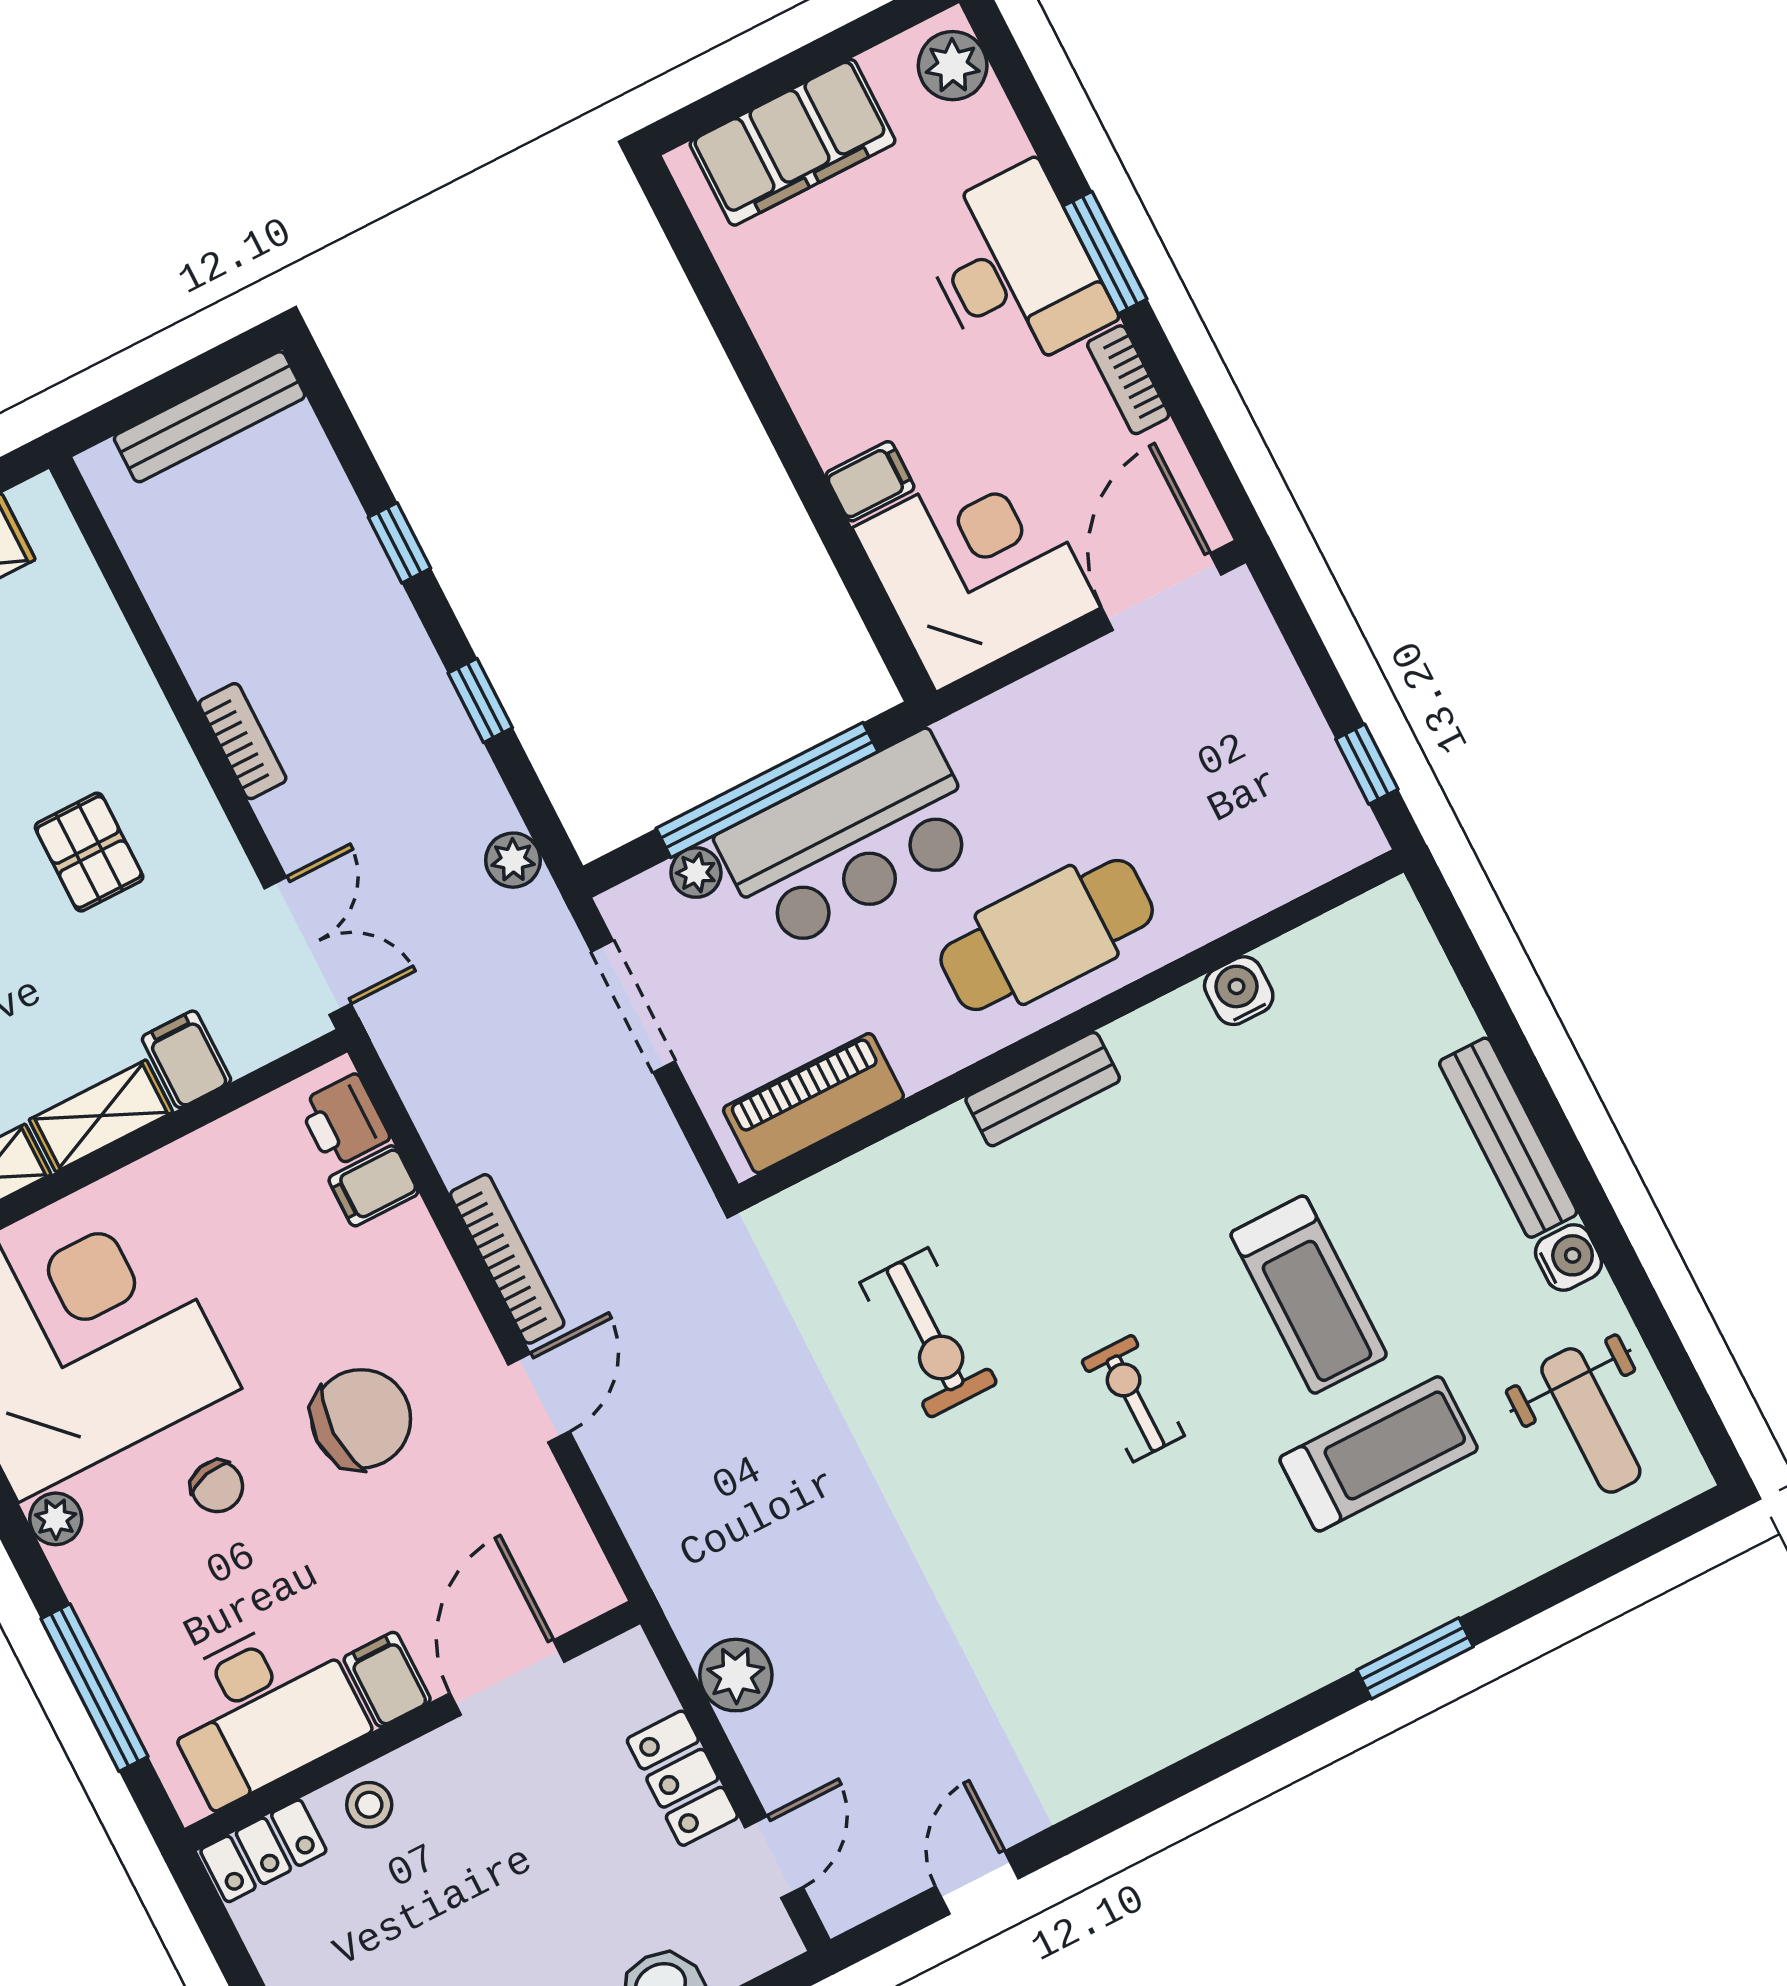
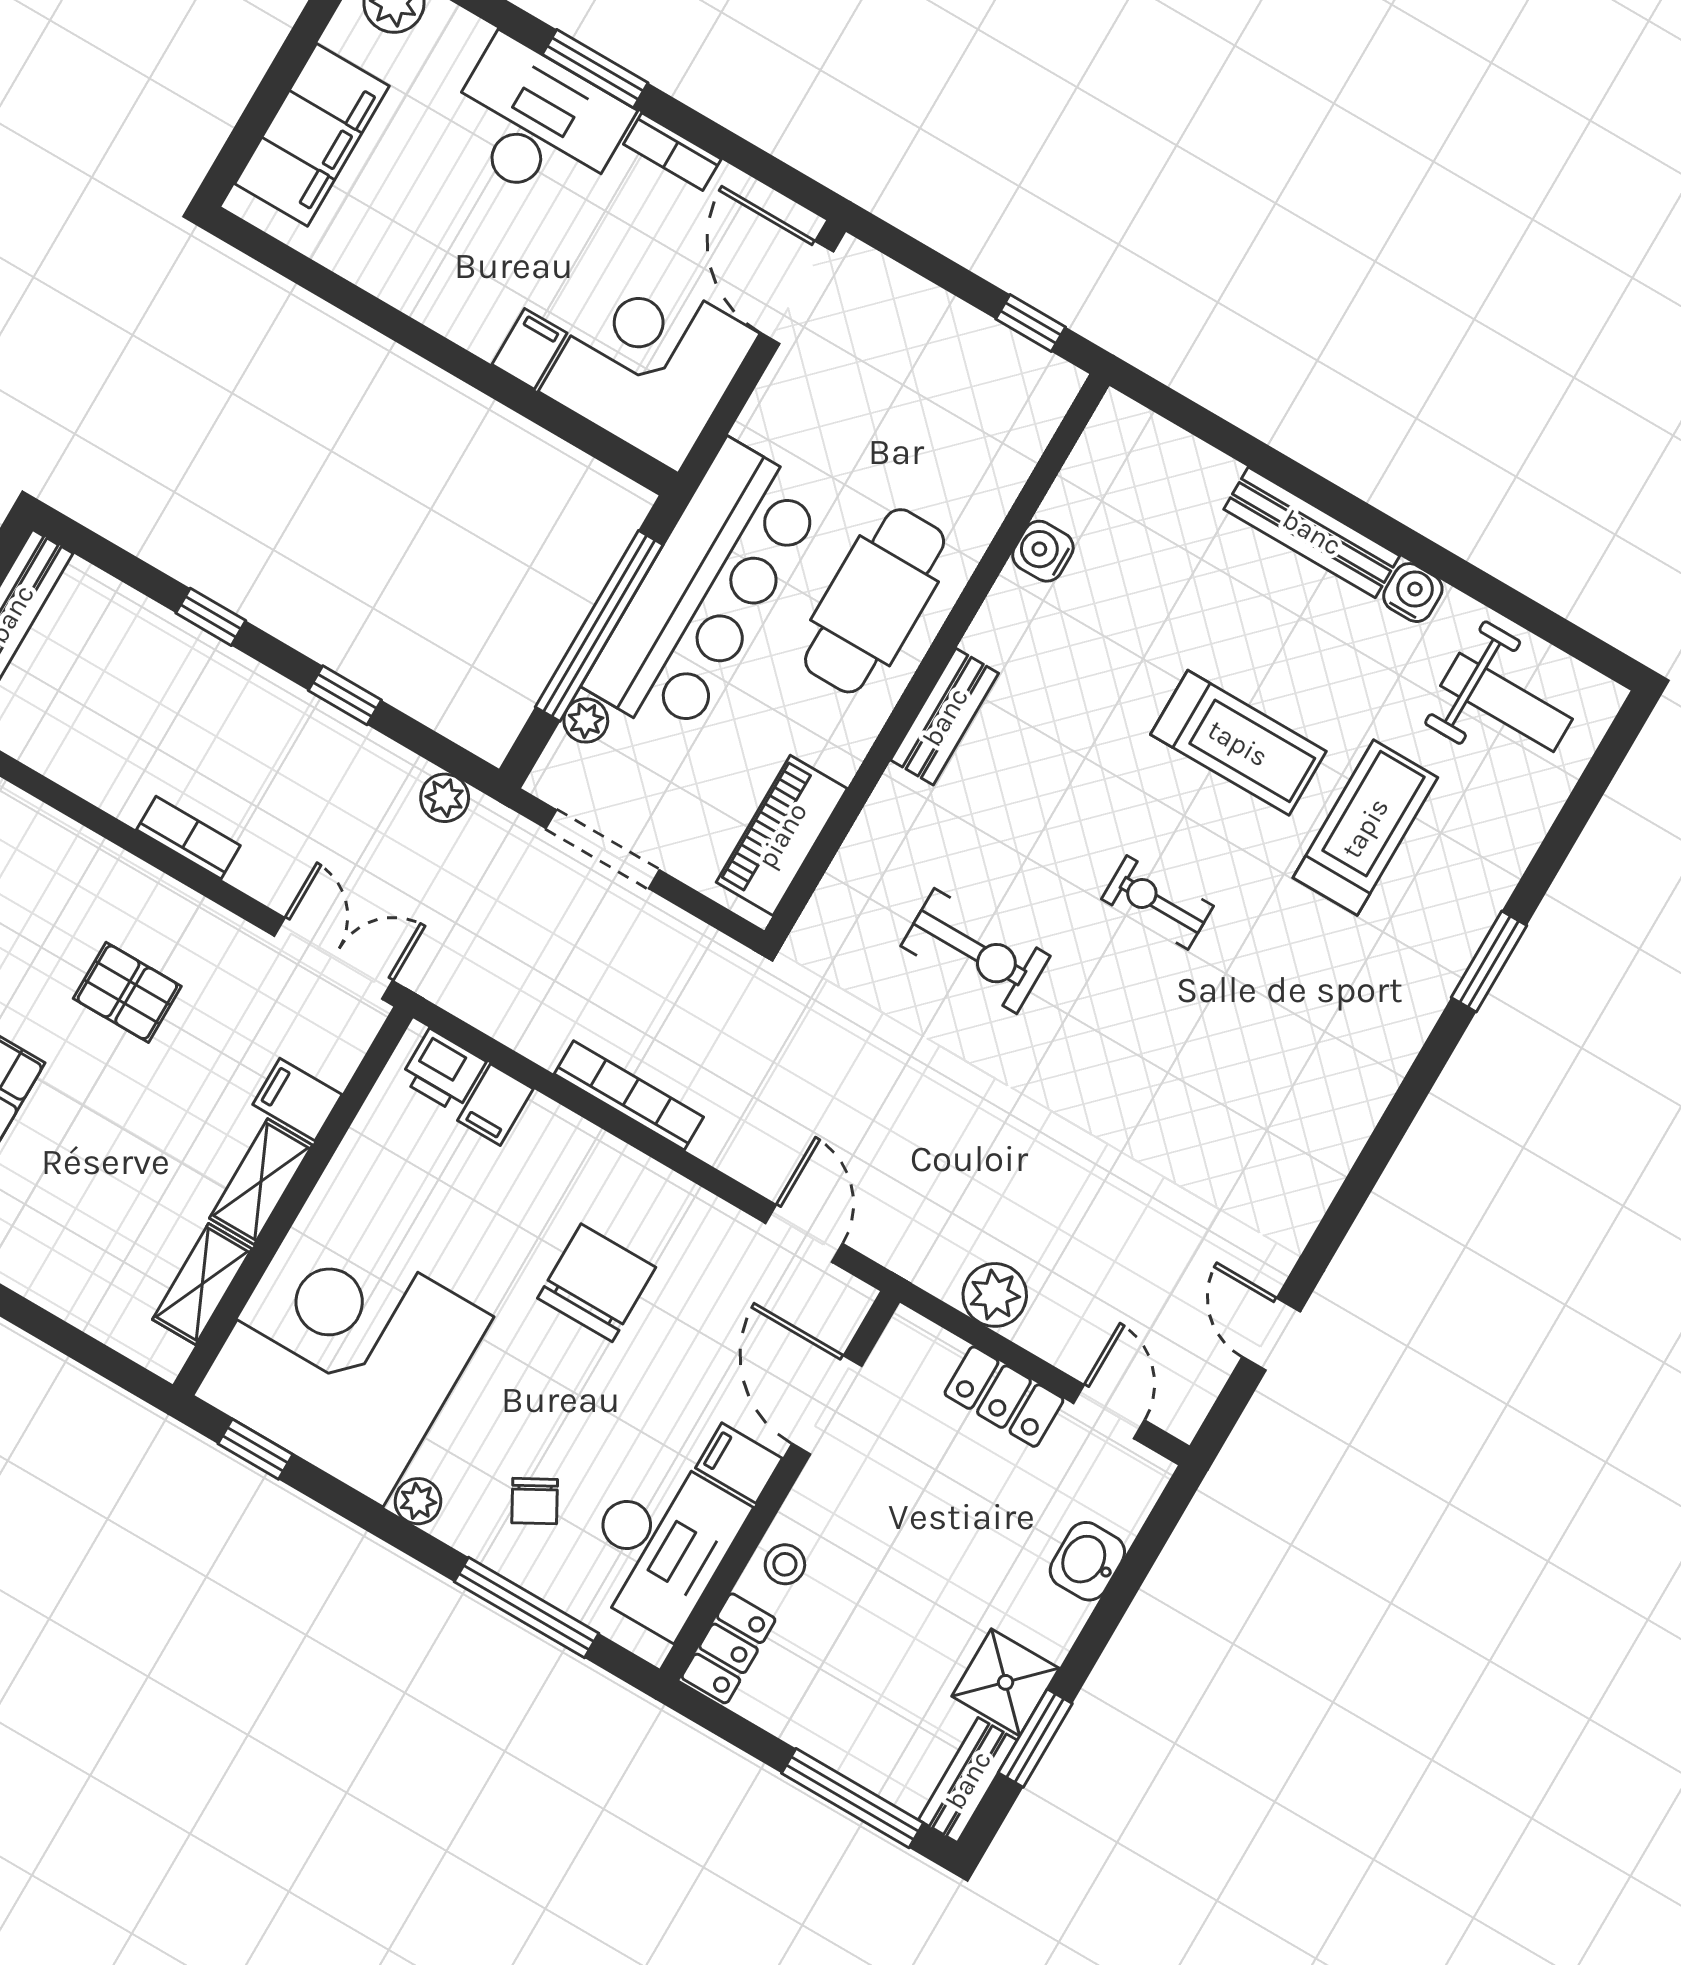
bar counter: (850, 841) -> (705, 591), width x1.36
door: (539, 1398) -> (804, 1233), moved
chair: (217, 1486) -> (535, 1501), moved, turned 74

